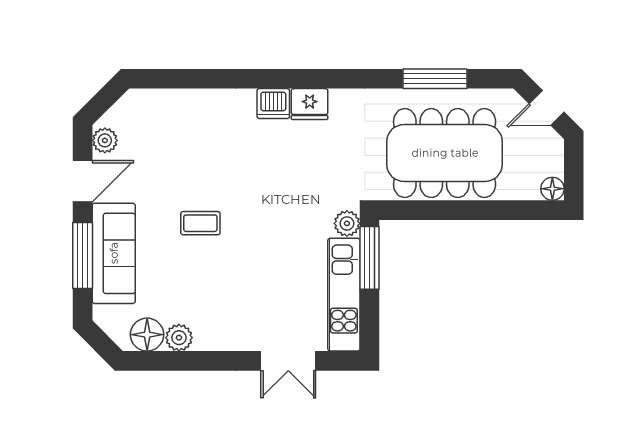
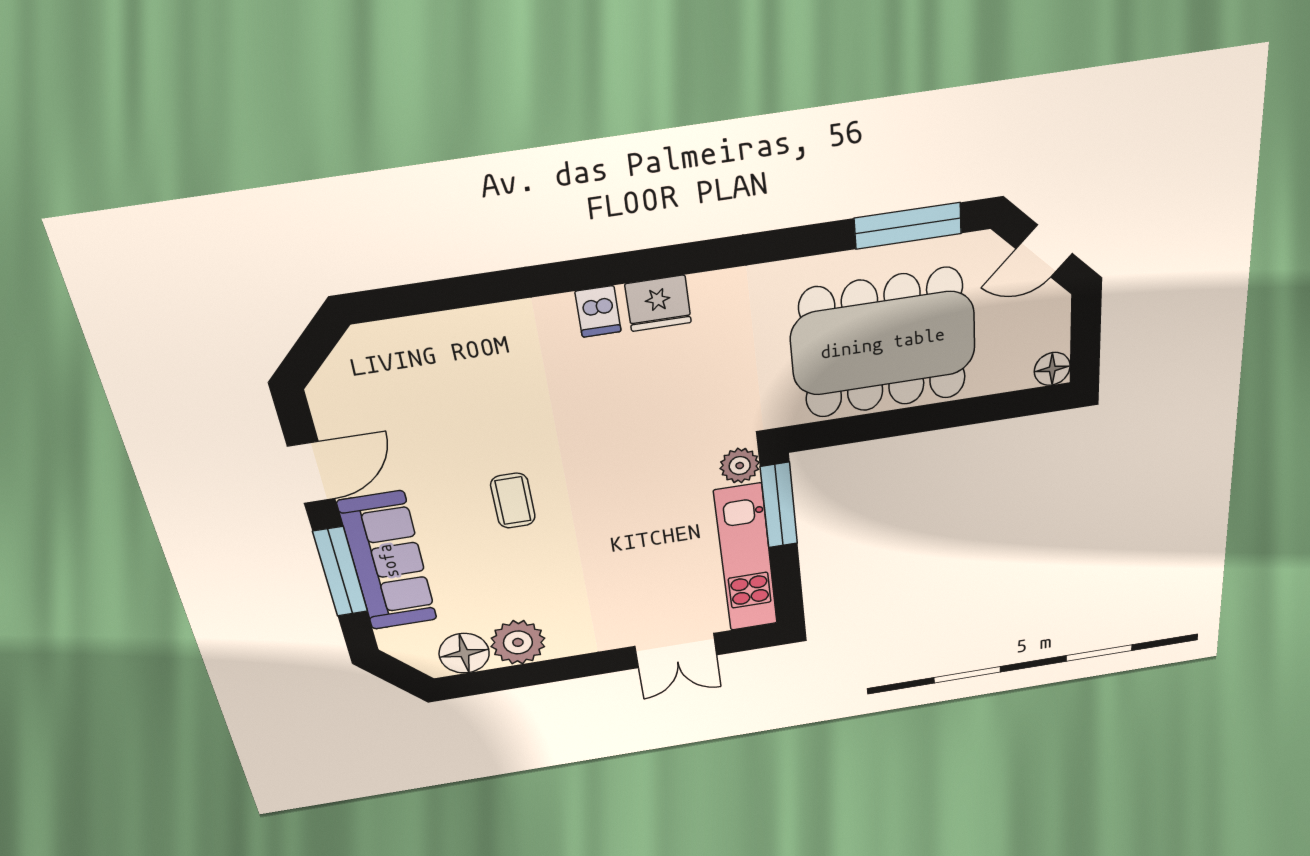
window: (435, 79) -> (908, 226), moved
dishwasher: (273, 104) -> (598, 312), width x0.73
plant: (105, 140) -> (331, 409), removed
coffee table: (200, 223) -> (513, 501), turned 90
plant: (179, 338) -> (518, 642), width x1.36, depth x1.36

